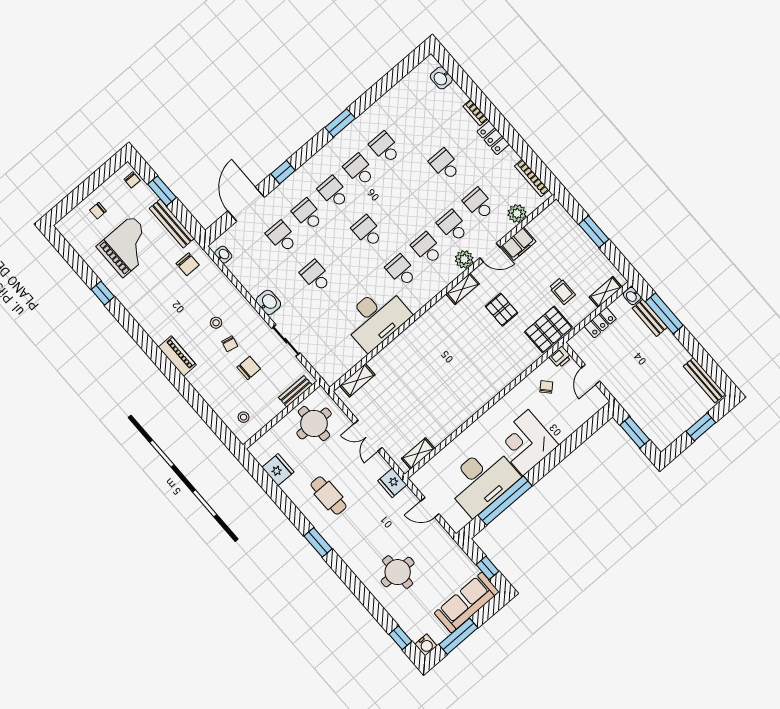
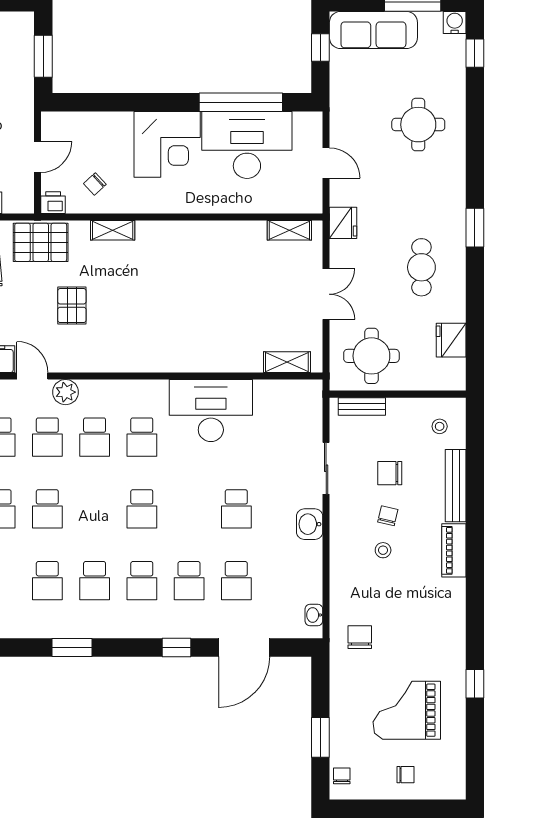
school desk: (419, 187) -> (47, 509), added
bench: (172, 223) -> (456, 486), moved
shelving: (463, 289) -> (113, 230), moved

